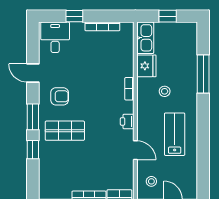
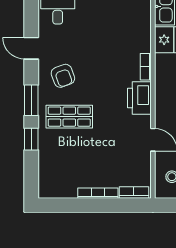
armchair: (60, 96) -> (63, 76), turned 70
printer: (127, 121) -> (139, 98), width x1.87, depth x1.48

